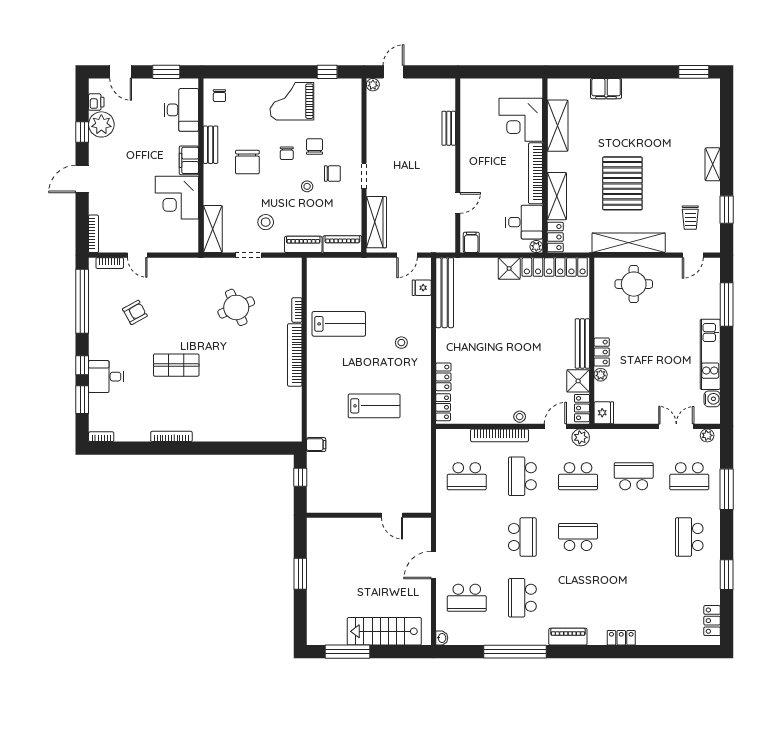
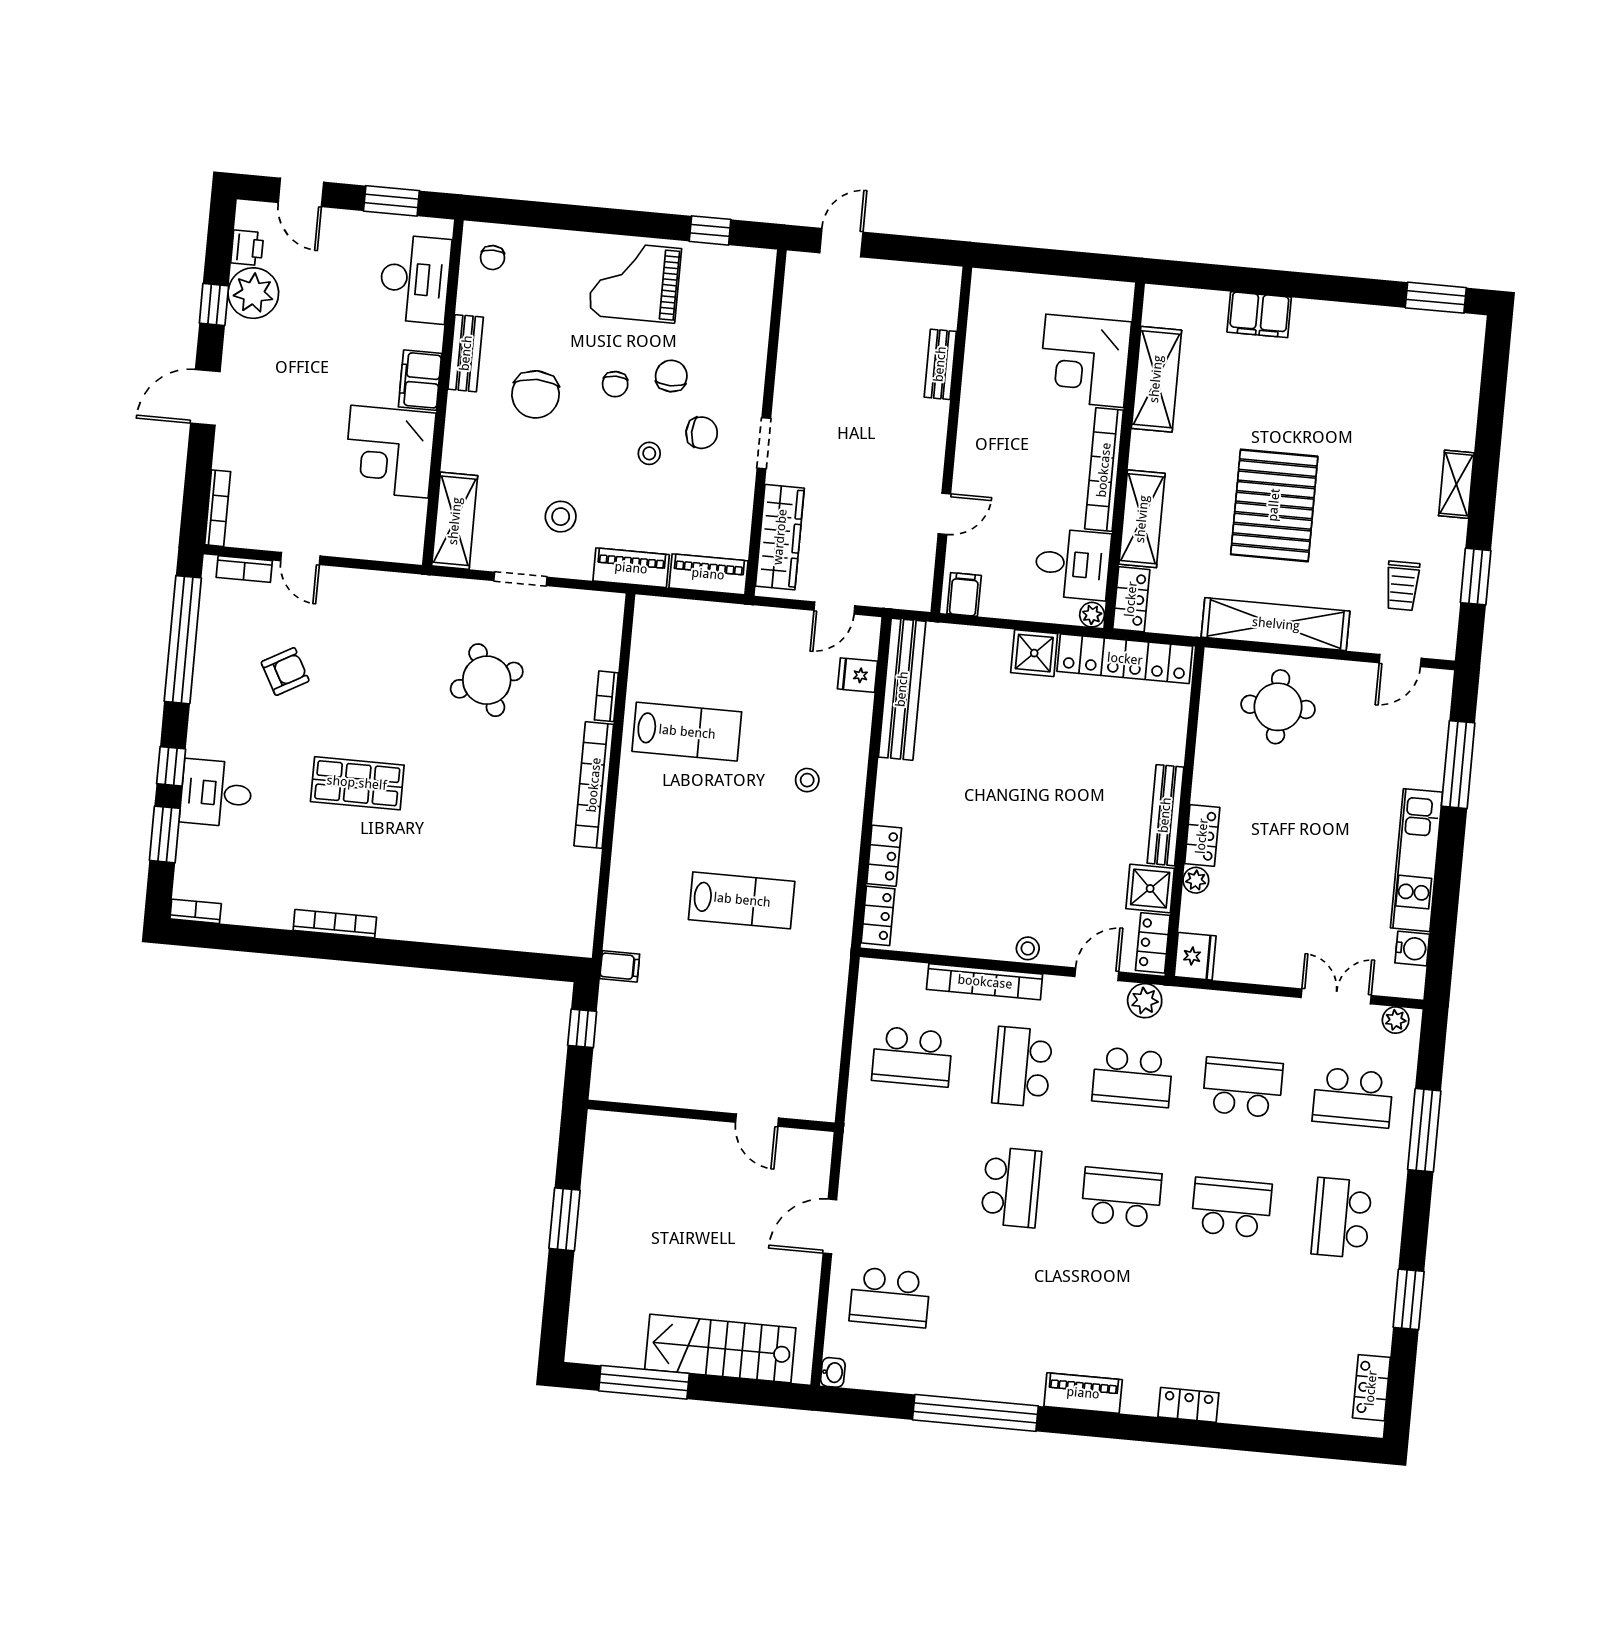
plant: (373, 85) -> (798, 264), removed
school desk: (522, 598) -> (1231, 1208), moved, turned 90

